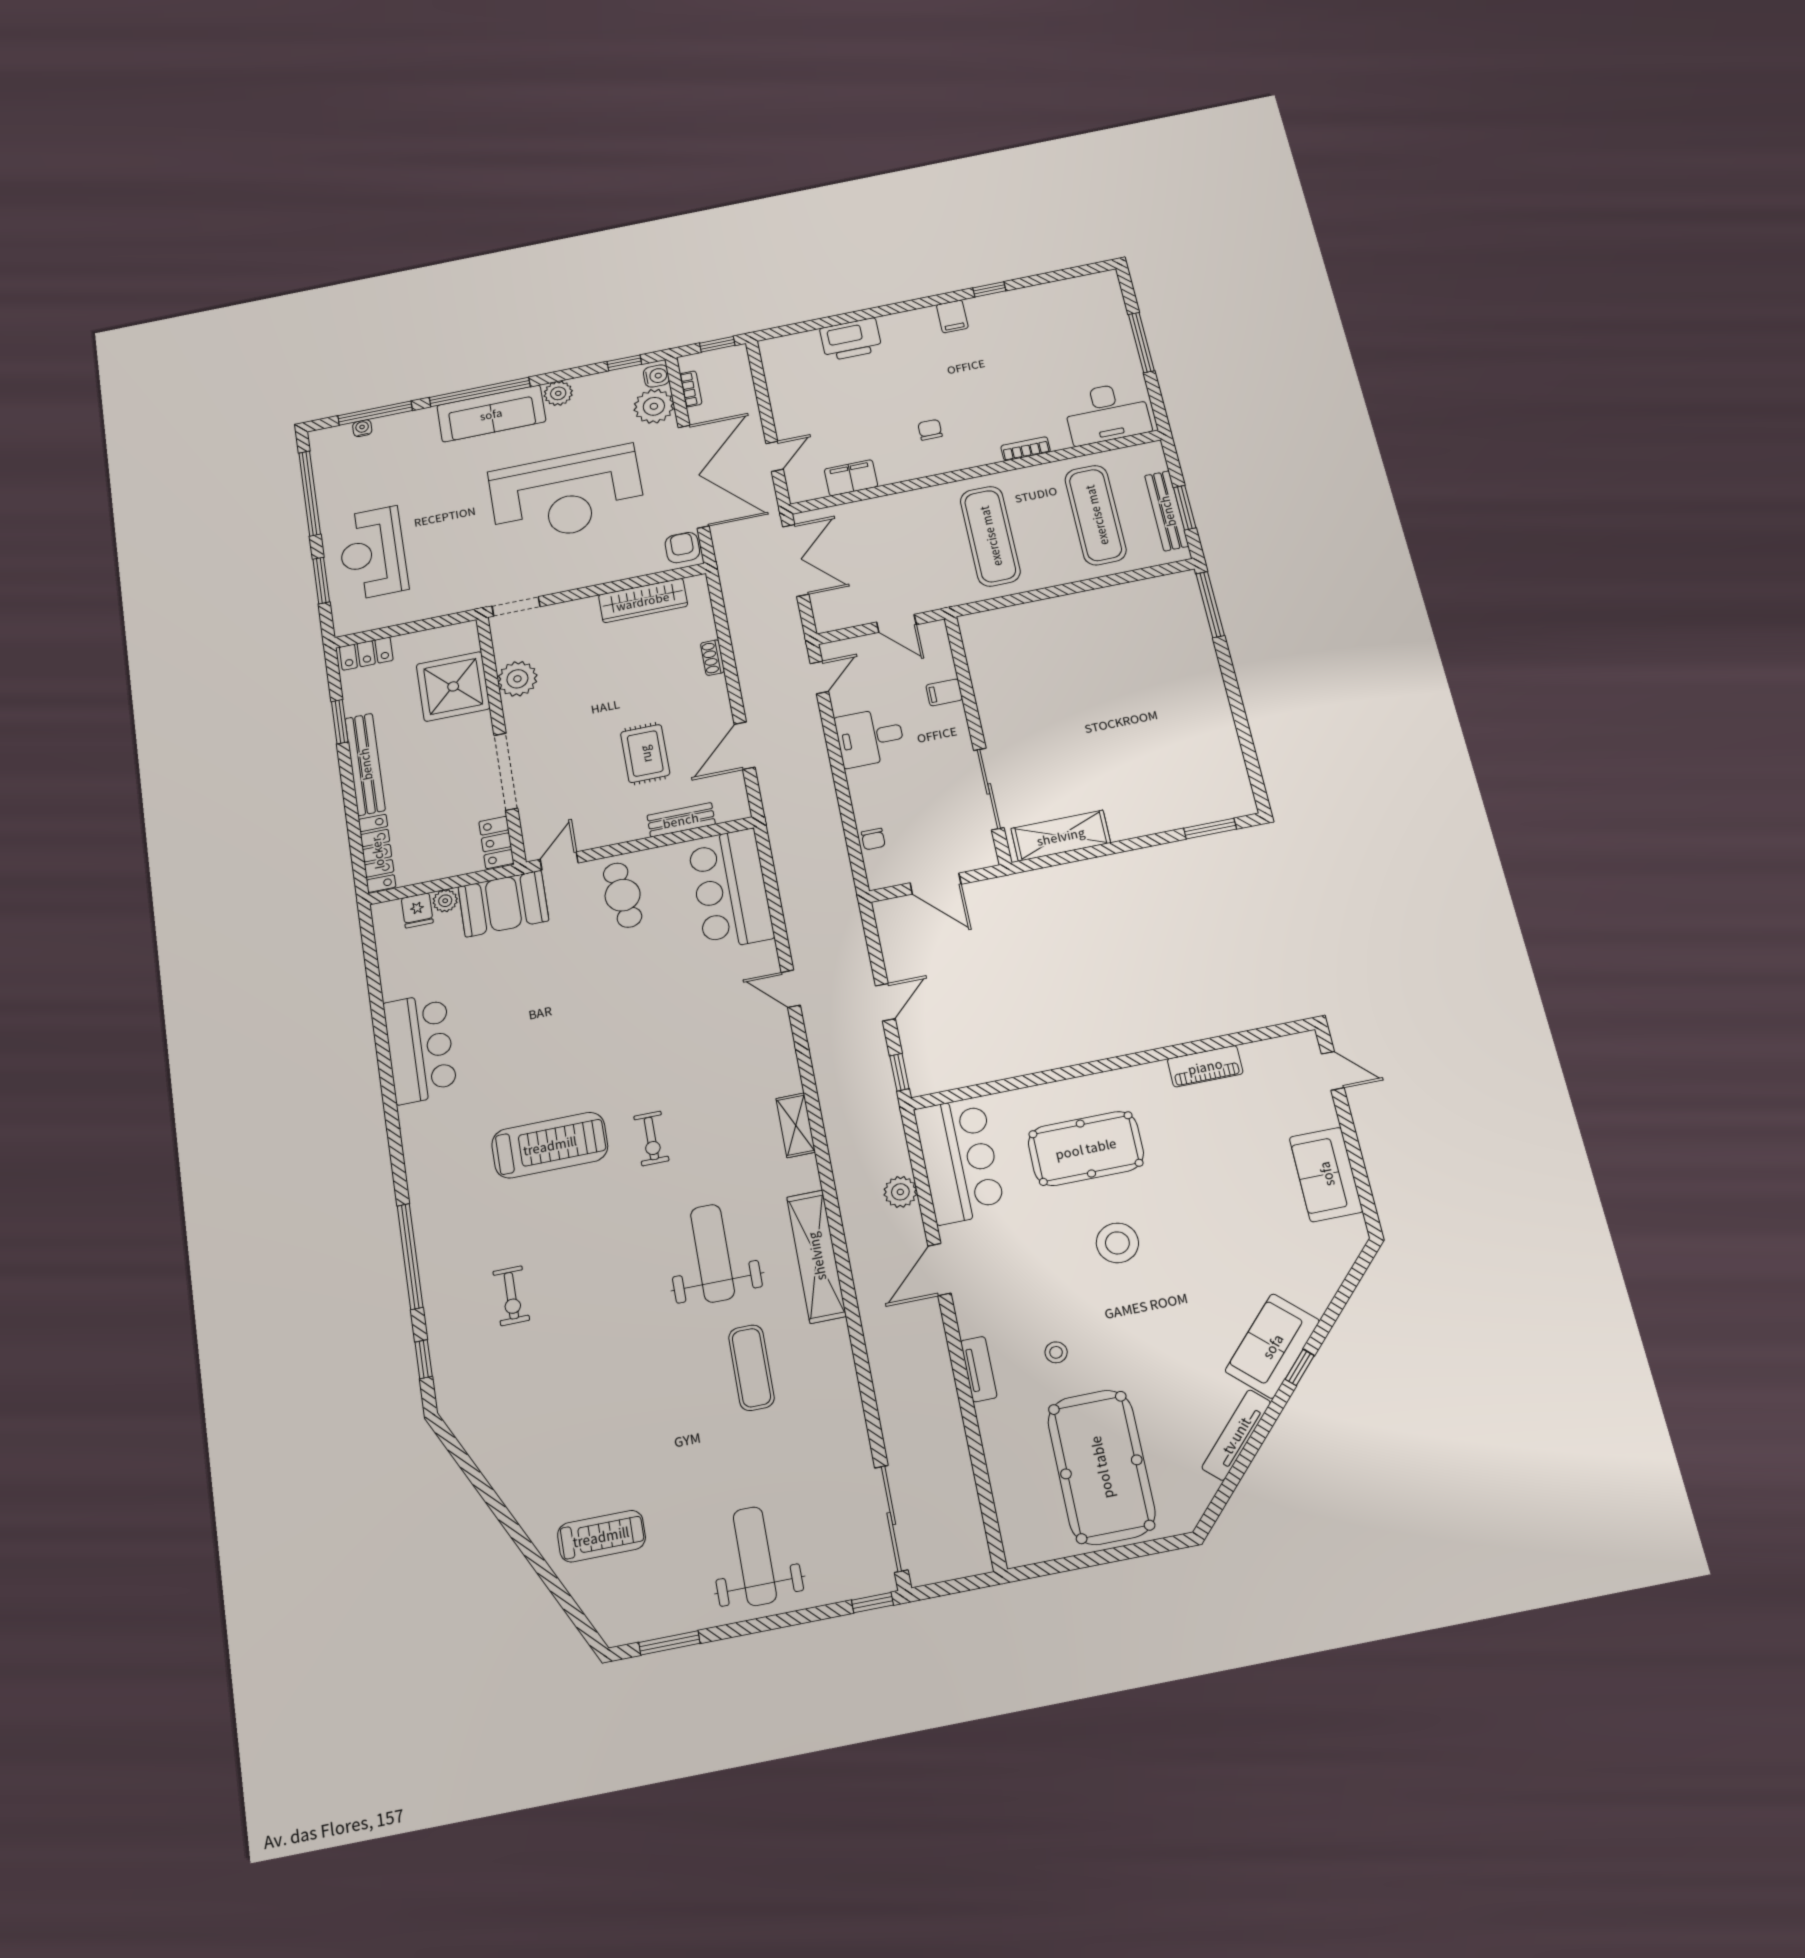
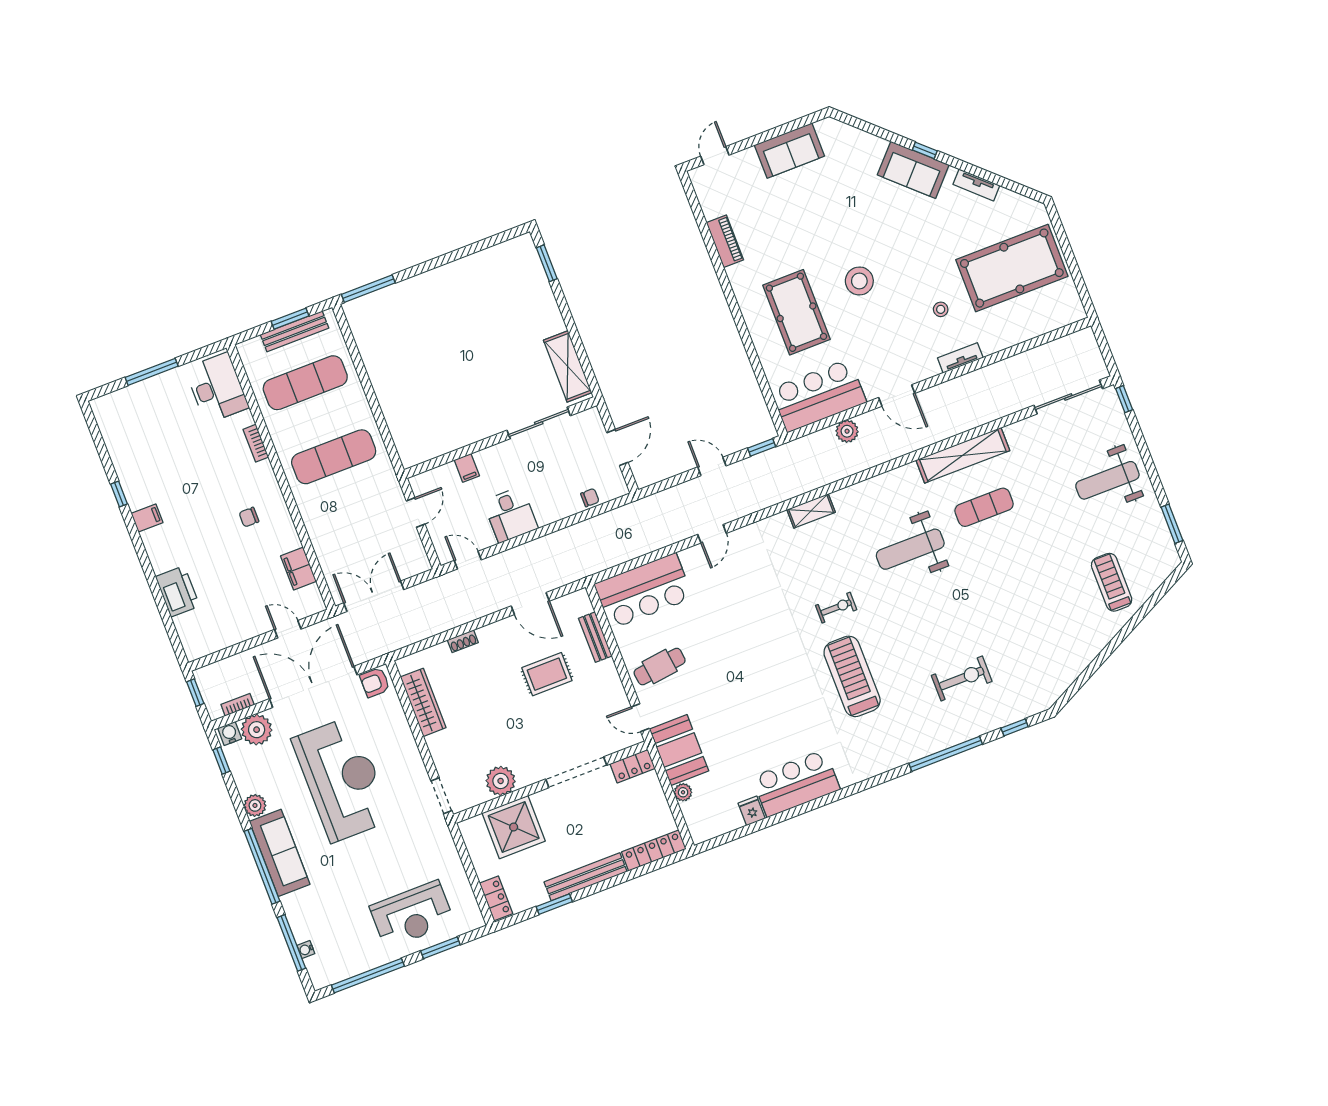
fridge: (417, 910) -> (752, 811), moved, turned -90
shelving: (816, 1256) -> (963, 455), moved
exercise bike: (511, 1296) -> (962, 678), width x1.38, depth x1.39
tv unit: (1236, 1435) -> (976, 185), width x0.71

